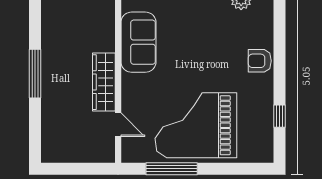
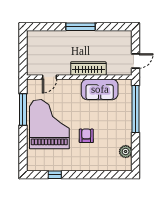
armchair: (260, 61) -> (86, 136), moved
wardrobe: (104, 82) -> (88, 68), moved

